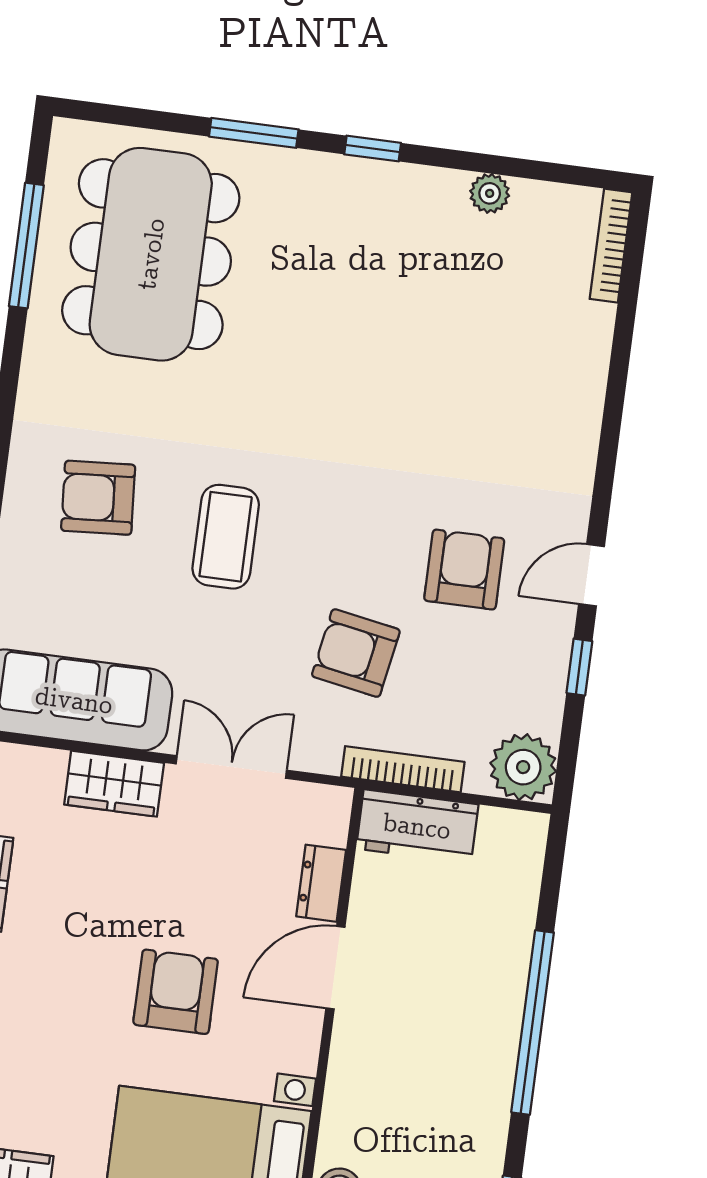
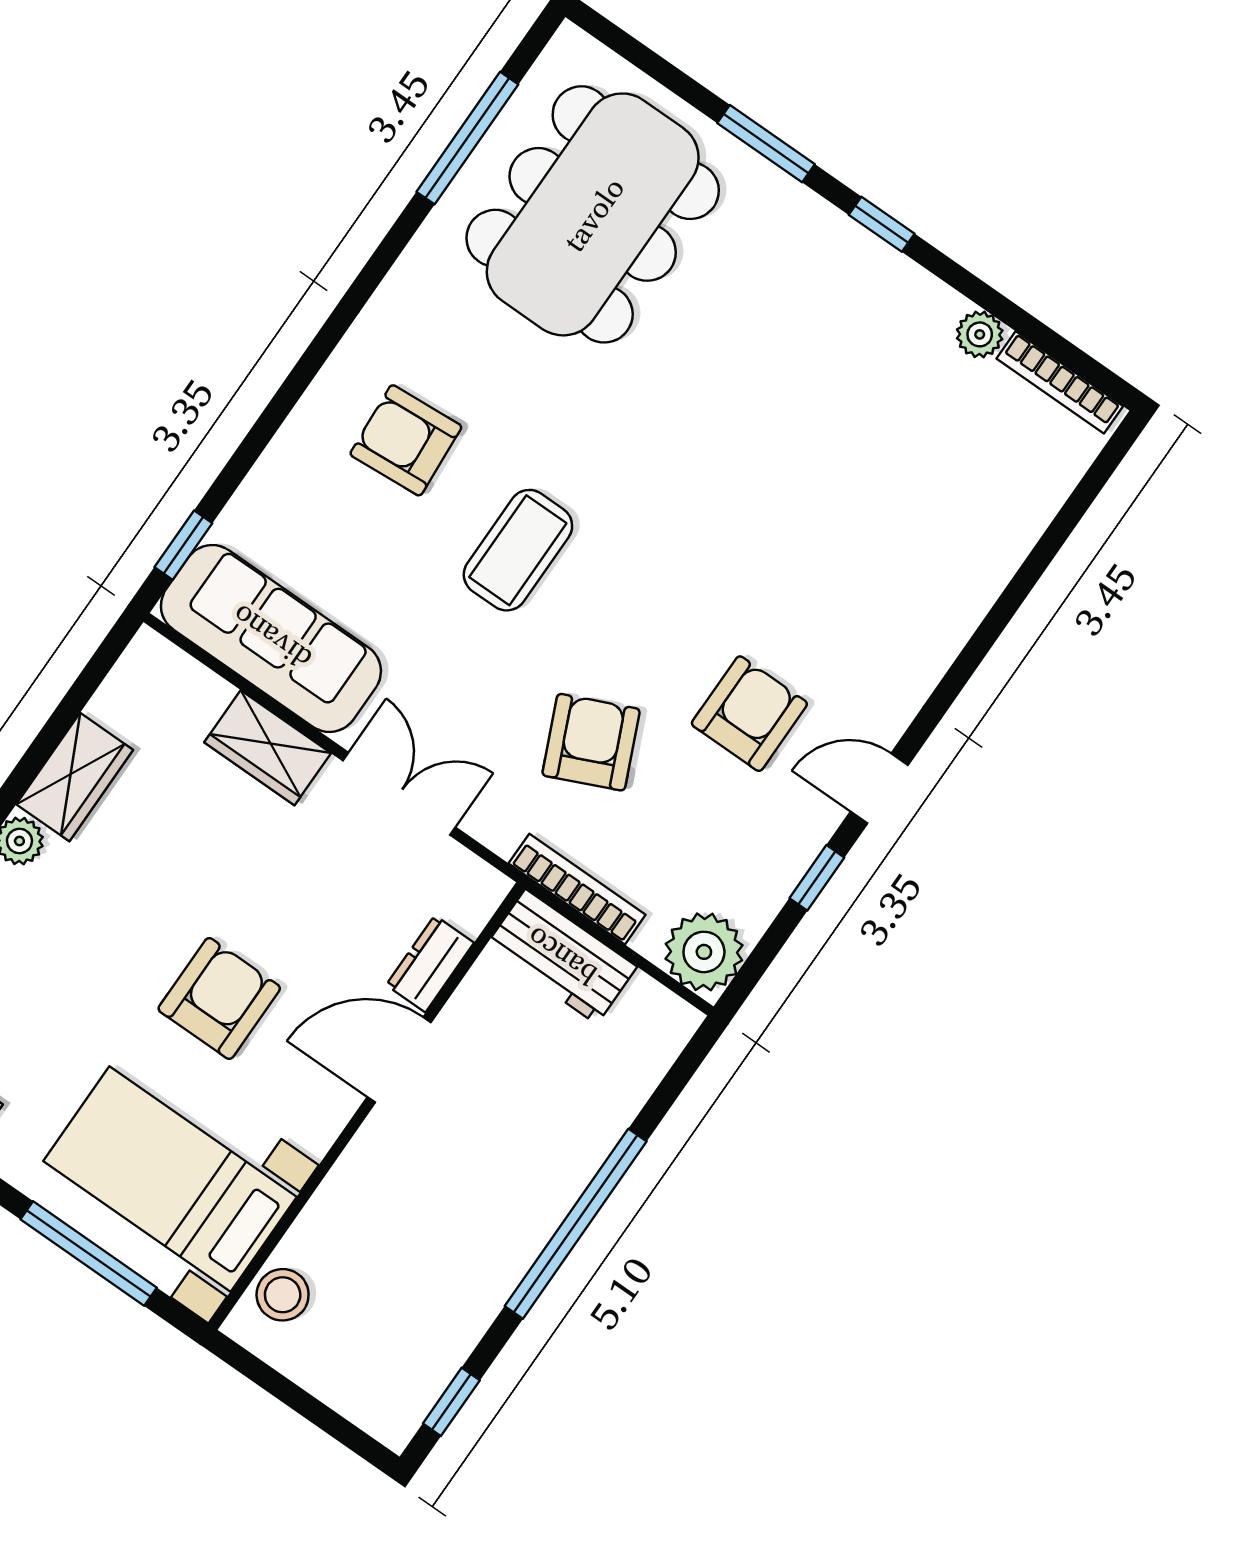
bookcase: (611, 246) -> (1060, 382), moved, turned -90
armchair: (356, 653) -> (591, 742), turned 56

